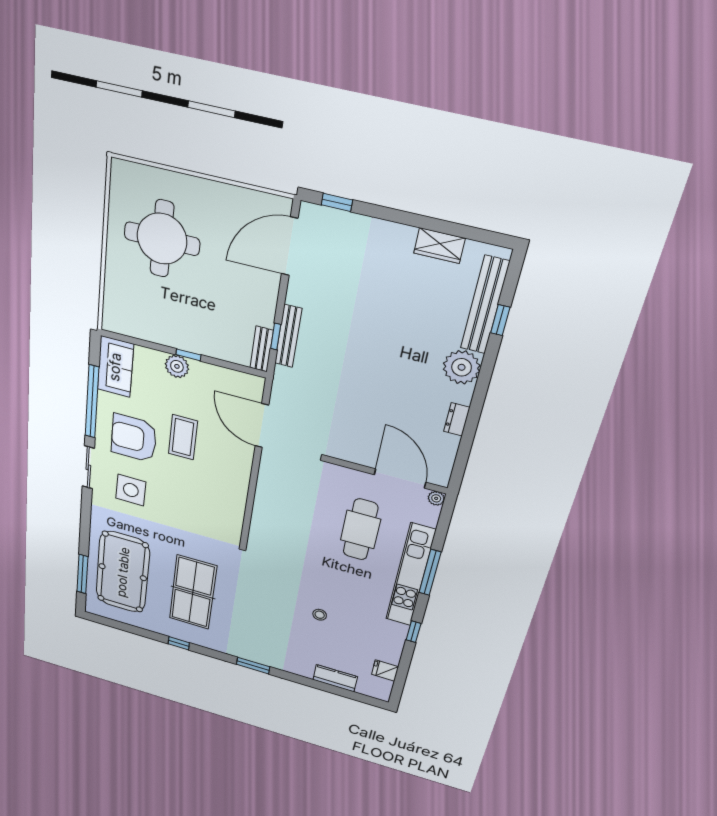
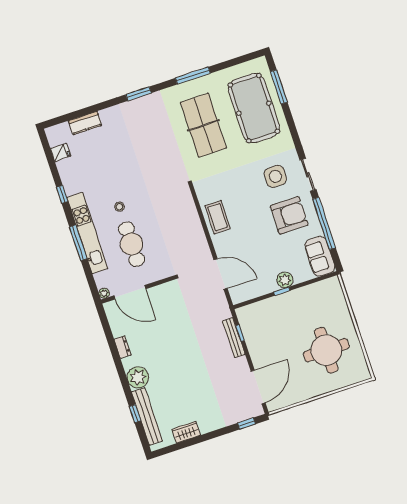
bench: (262, 349) -> (244, 321), removed
coffee table: (183, 437) -> (218, 217), moved
stool: (320, 615) -> (119, 207), moved
window: (179, 643) -> (193, 76), width x2.17

